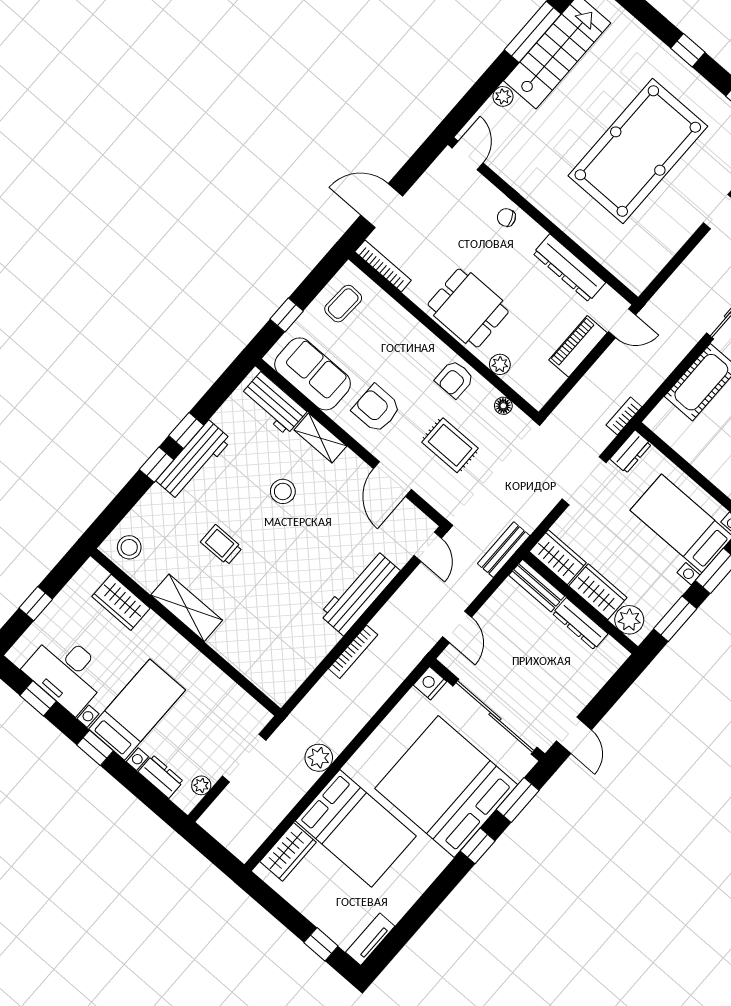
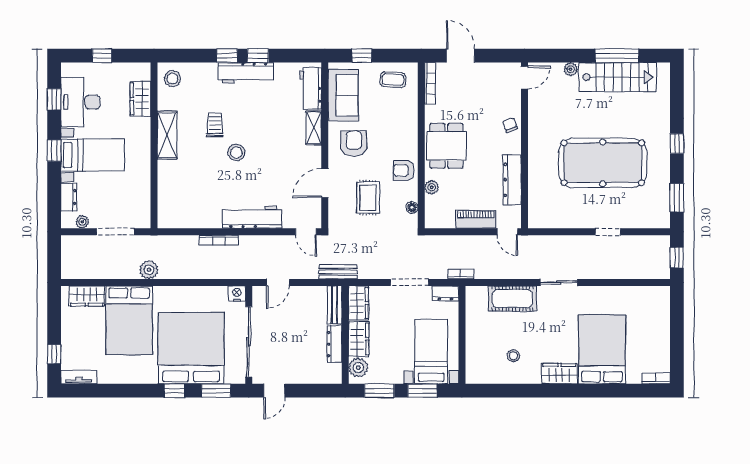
stool: (283, 491) -> (236, 153), moved
door: (428, 547) -> (306, 232), hinge flipped

